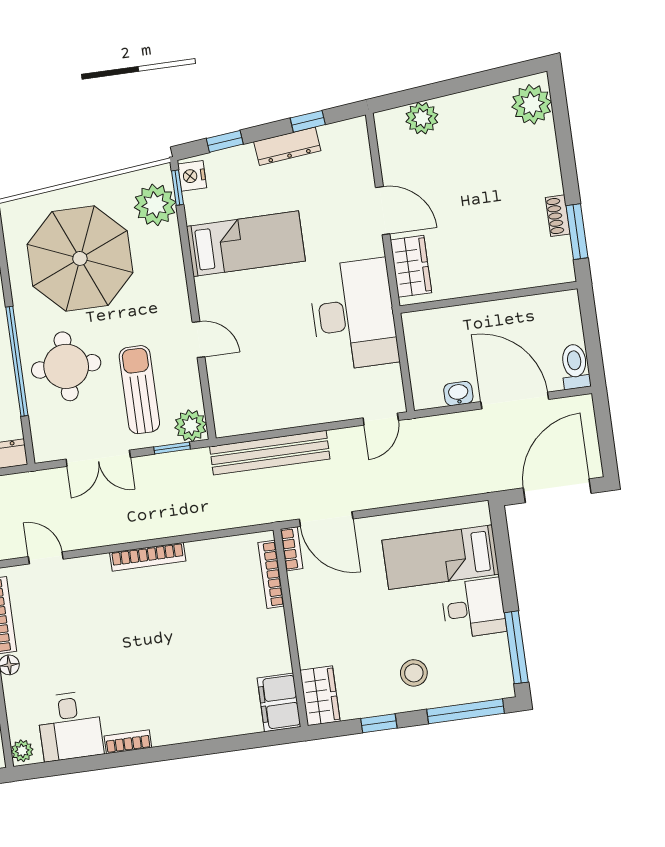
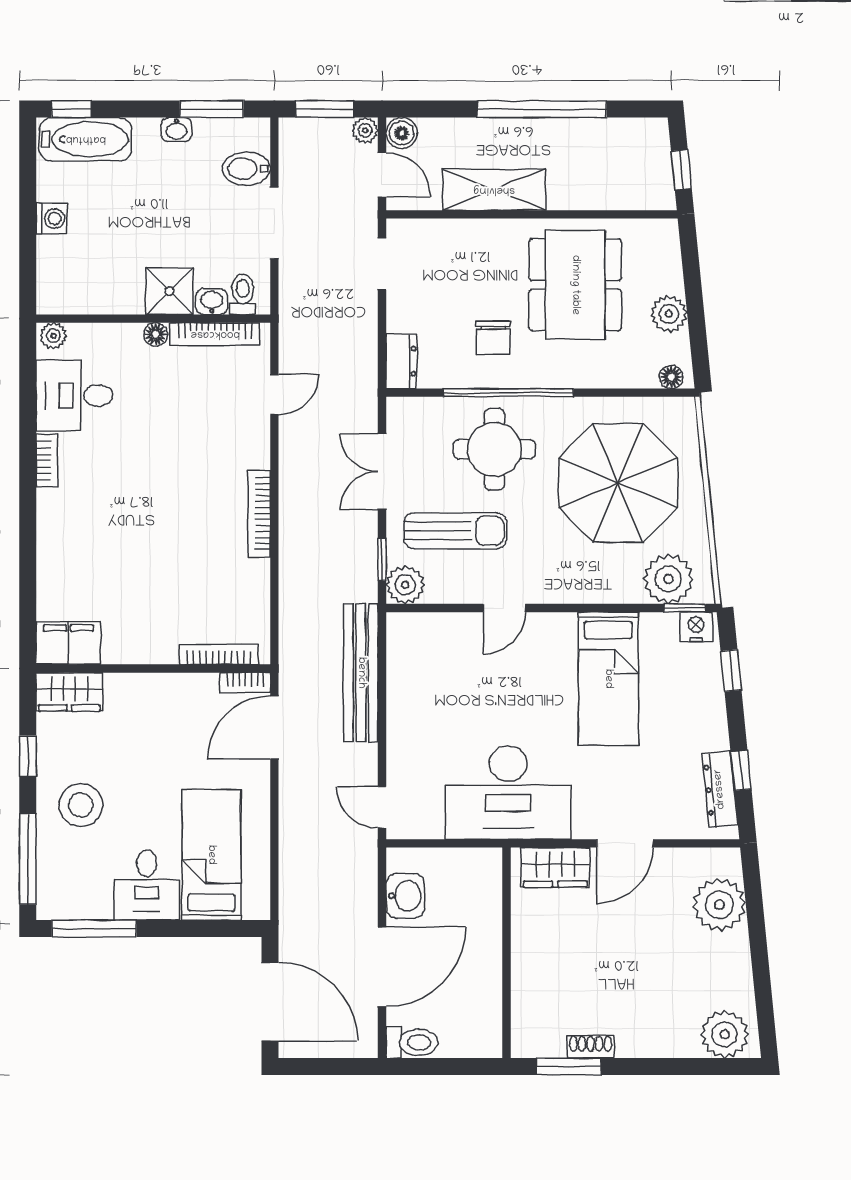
plant: (422, 118) -> (719, 905), width x1.36, depth x1.36
dresser: (287, 146) -> (720, 789), moved
washbasin: (458, 393) -> (405, 896), width x1.38, depth x1.45
stool: (414, 673) -> (81, 805), width x1.38, depth x1.38

